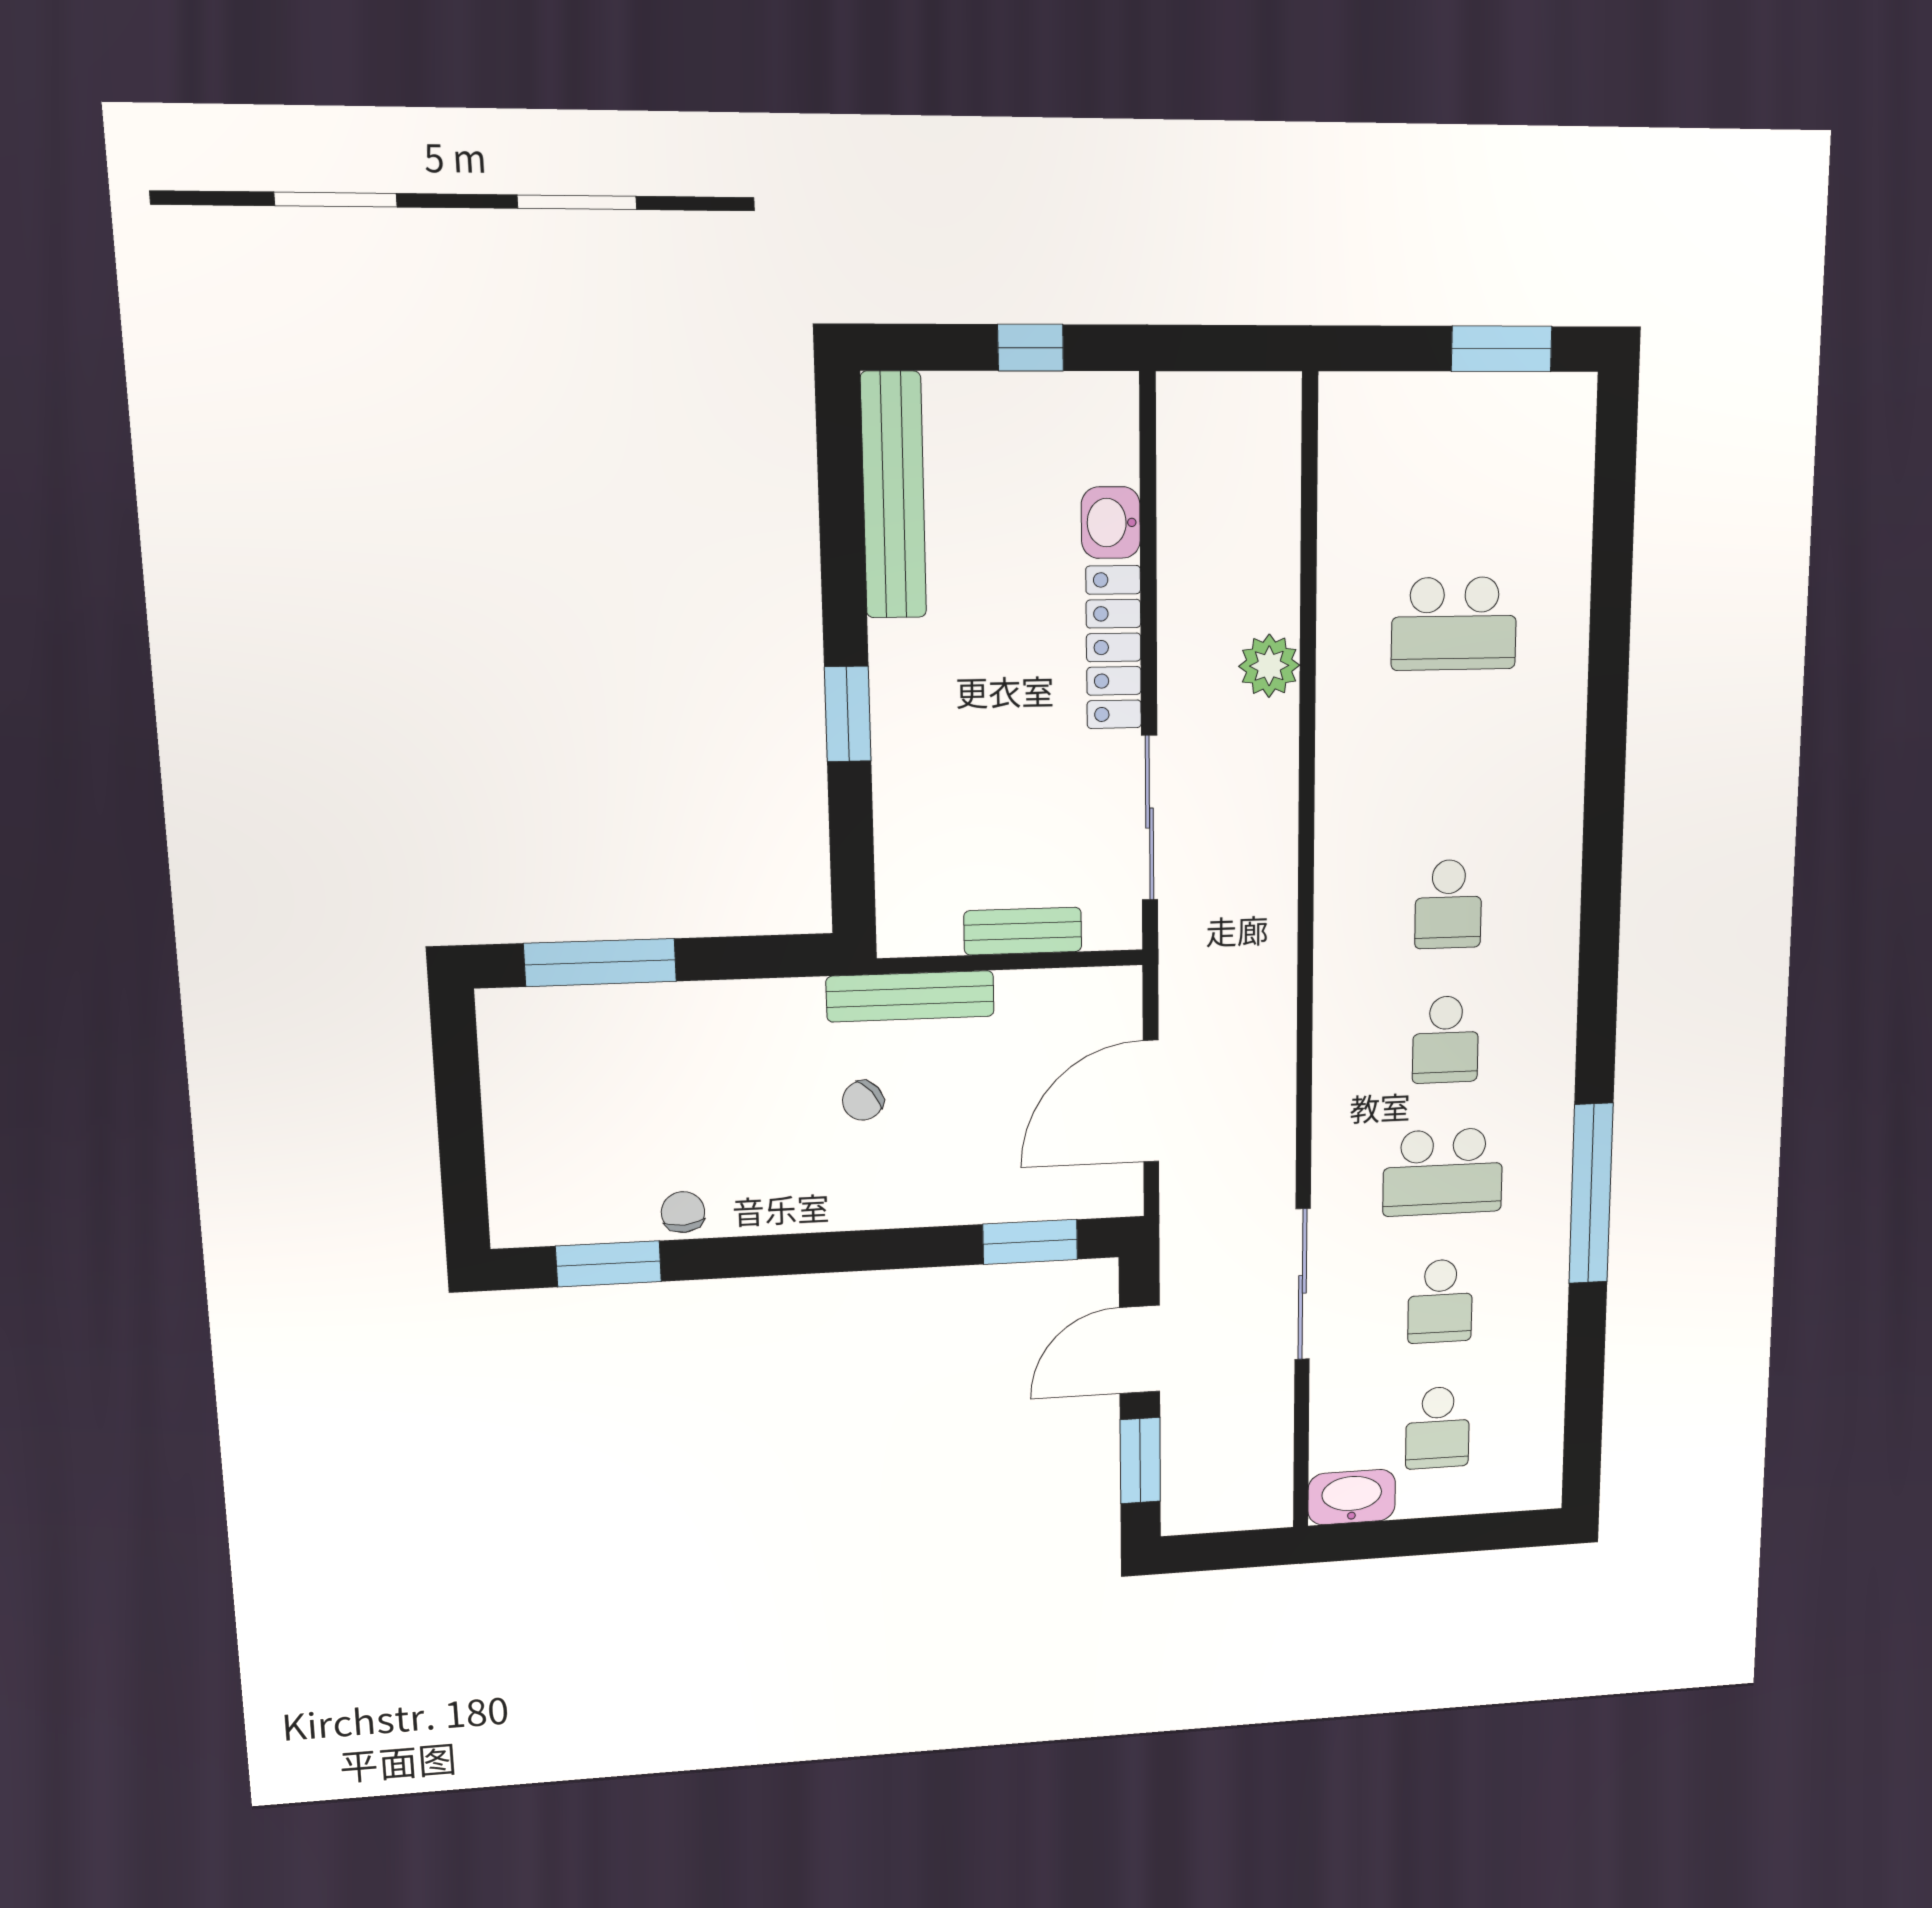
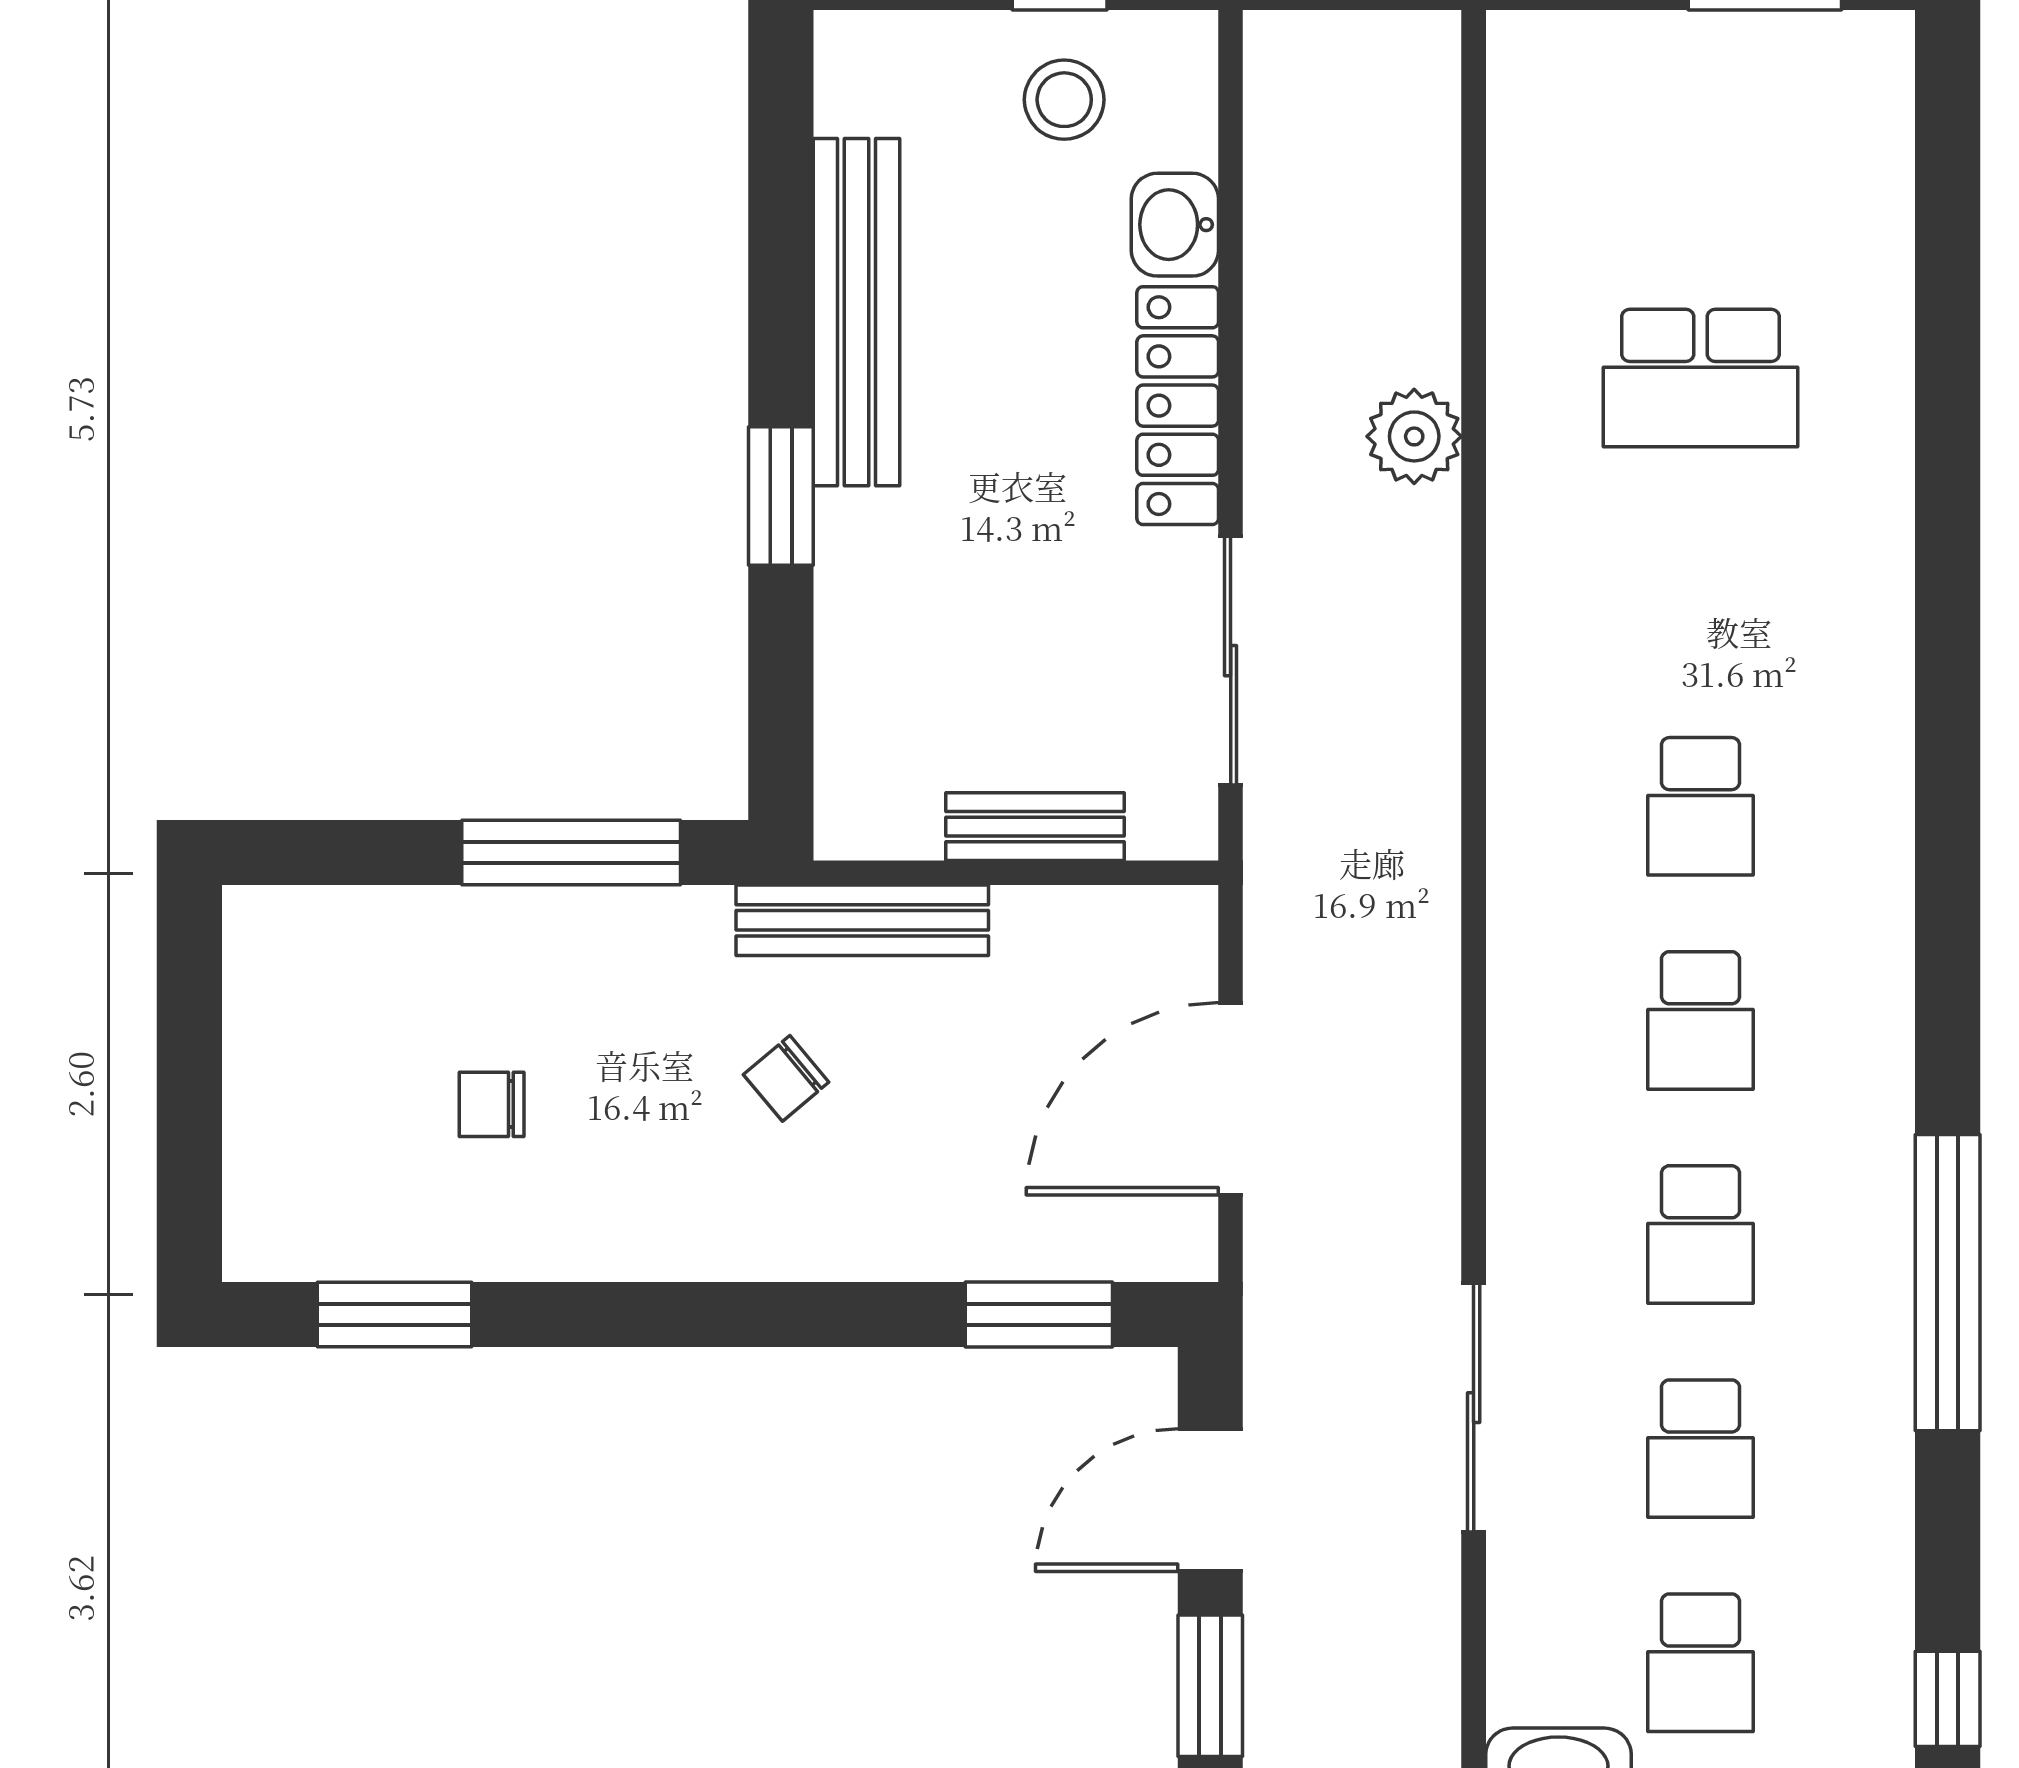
stool: (1035, 435) -> (1064, 100), added
bench: (893, 495) -> (856, 312), moved
window: (600, 962) -> (571, 853), moved
school desk: (1443, 1172) -> (1700, 1235), width x0.54
chair: (683, 1212) -> (492, 1104), moved, turned -86
window: (1583, 1439) -> (1948, 1699), added

